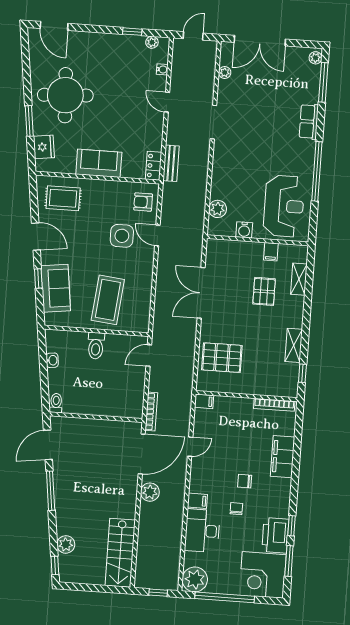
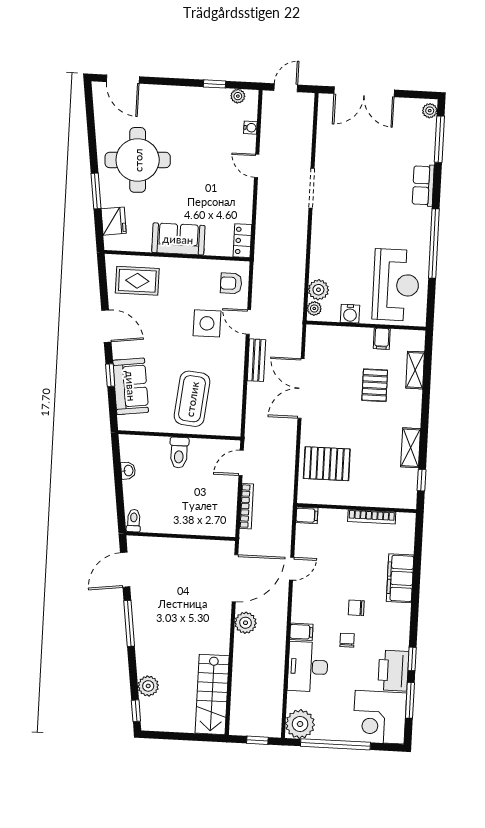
plant: (225, 72) -> (314, 308), moved
bench: (171, 163) -> (256, 360), moved
bookcase: (274, 405) -> (372, 517), moved
bookcase: (151, 412) -> (247, 506), moved

